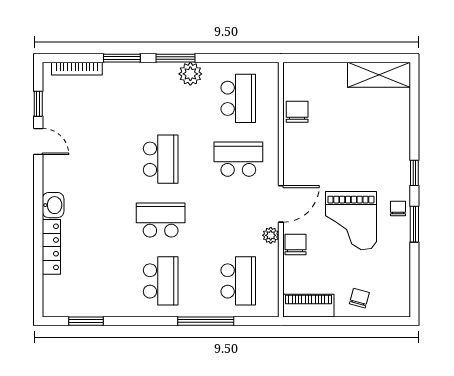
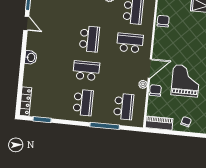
grand piano: (351, 221) -> (186, 81), turned 180
locker: (51, 247) -> (26, 101), moved

